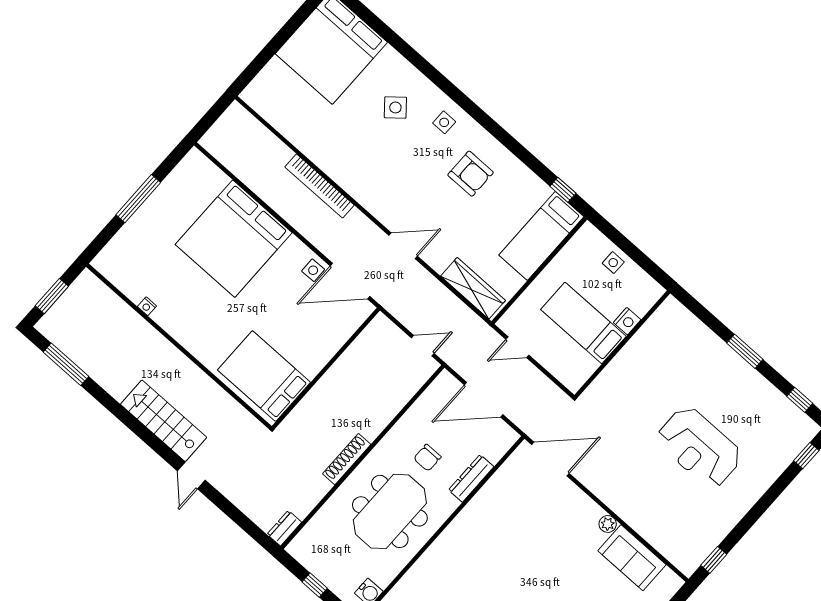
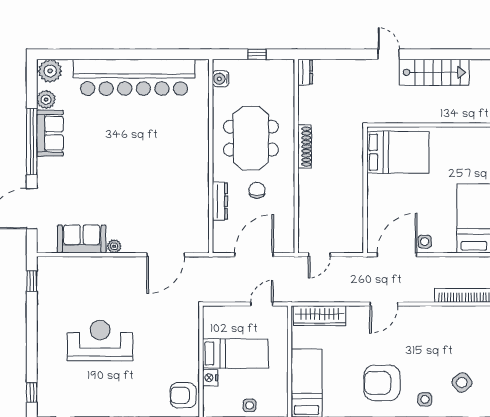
armchair: (471, 174) -> (382, 383), width x1.36, depth x1.36
armchair: (667, 327) -> (183, 395), added
door: (550, 459) -> (166, 255), moved

